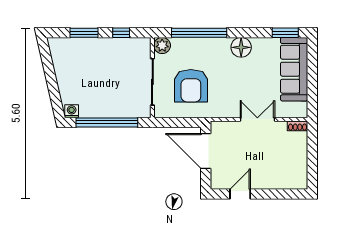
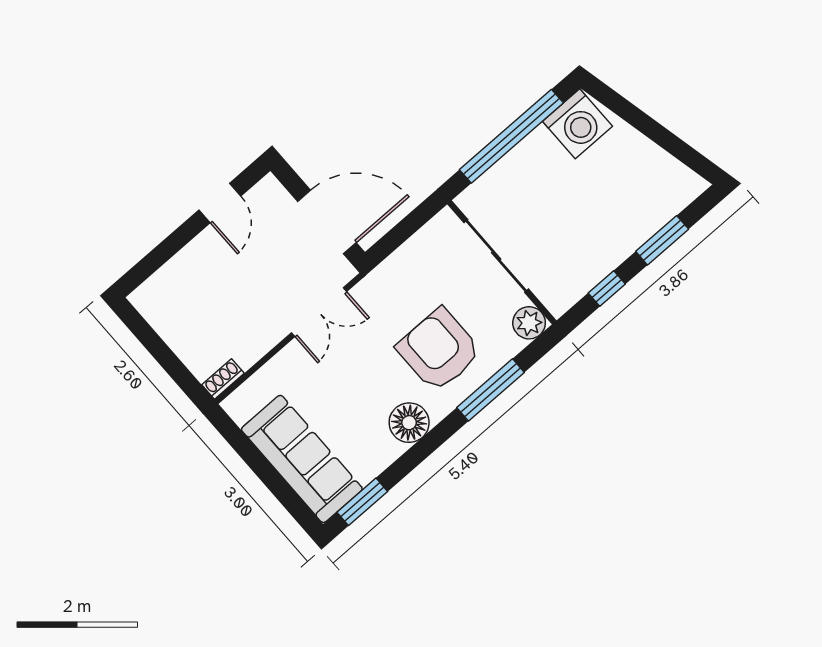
window: (199, 33) -> (491, 390), width x0.68
armchair: (191, 86) -> (439, 350), moved
washing machine: (72, 111) -> (577, 124), width x1.89, depth x1.89
double door: (257, 119) -> (319, 312), moved

